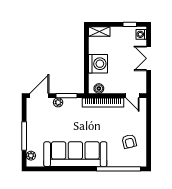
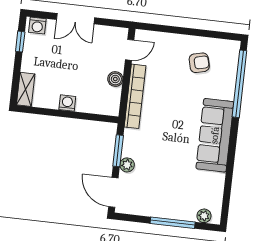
washing machine: (98, 64) -> (67, 103), width x0.53, depth x0.53
boiler: (99, 88) -> (115, 79), moved
sofa: (75, 154) -> (215, 135), width x0.74, depth x0.79

